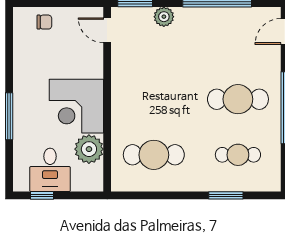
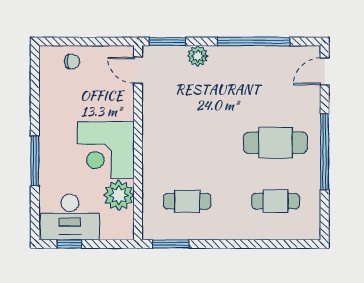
cafe table: (154, 155) -> (187, 201), width x0.73, depth x0.74
desk: (50, 170) -> (70, 217), width x1.37
window: (226, 195) -> (171, 244), moved

